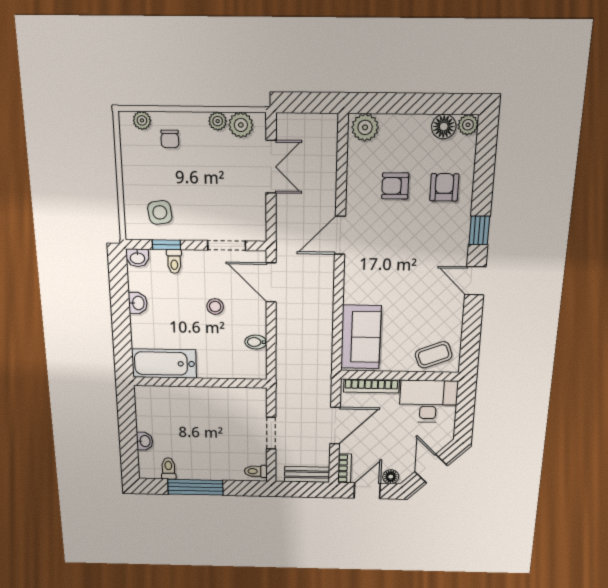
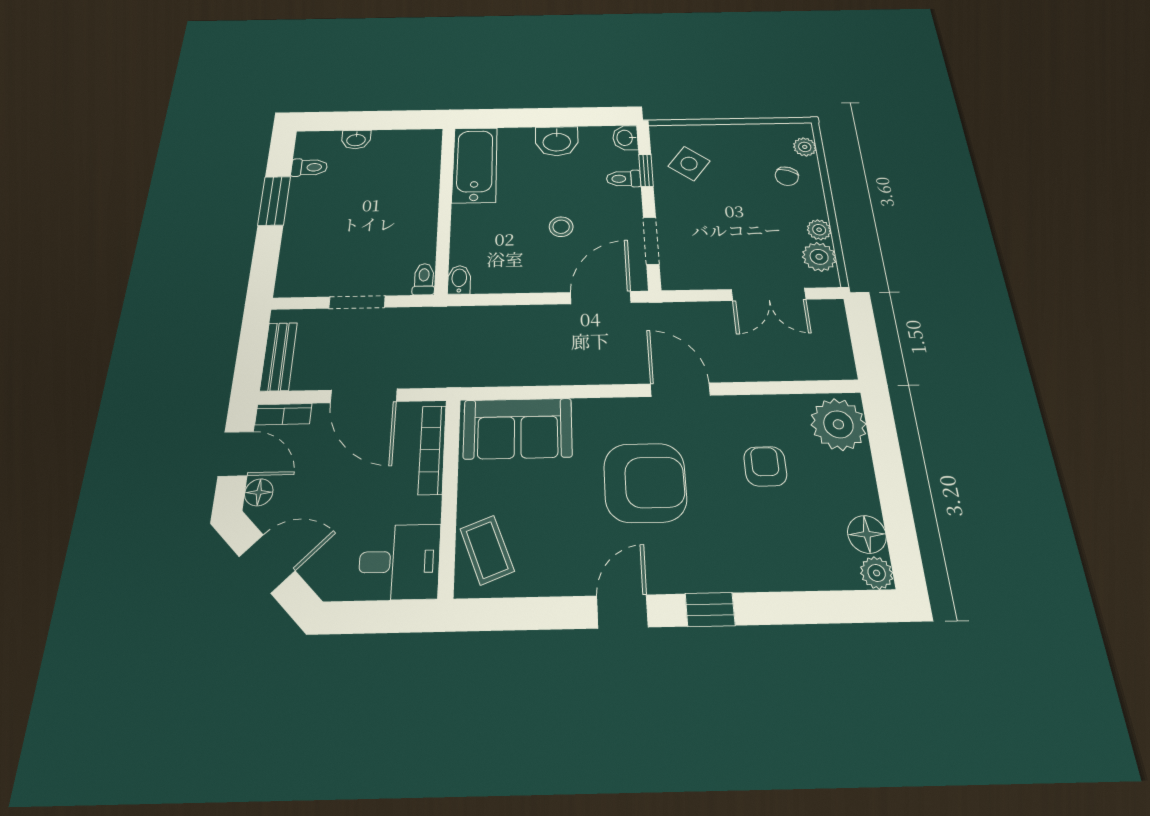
plant: (365, 127) -> (838, 424), width x1.36, depth x1.36
chair: (170, 139) -> (787, 176), turned -70
armchair: (444, 187) -> (645, 482), moved, width x1.88, depth x1.88
side table: (160, 212) -> (689, 164), turned 45
washbasin: (138, 303) -> (557, 141), width x1.38, depth x1.45
bidet: (256, 342) -> (459, 280), moved
desk: (428, 401) -> (399, 562), width x0.73
toilet: (256, 471) -> (424, 279), moved
window: (195, 487) -> (274, 201), width x0.69

